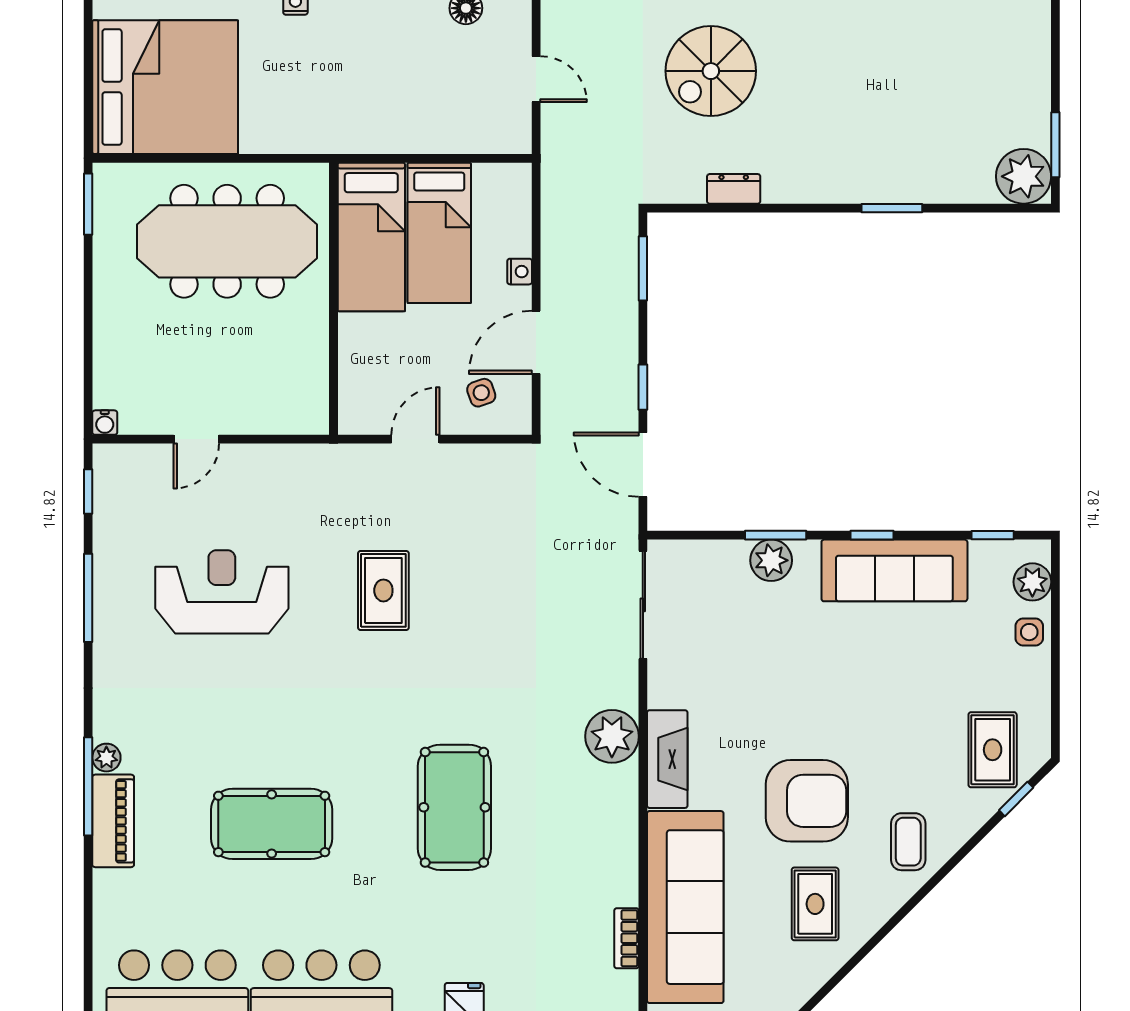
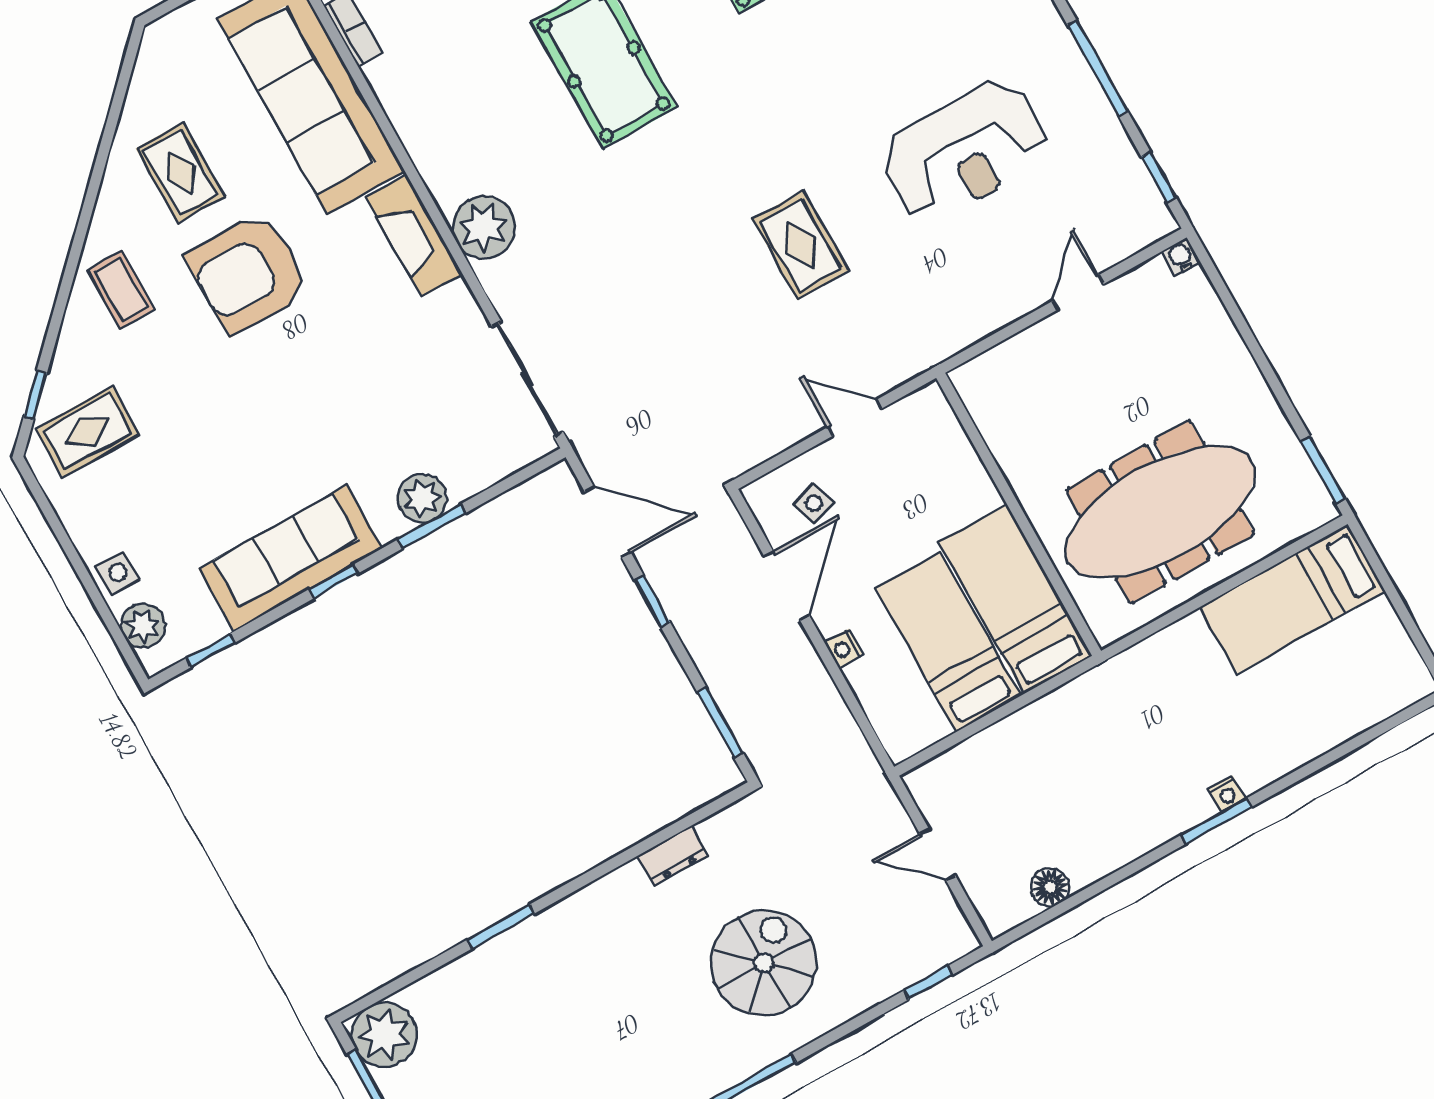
bed: (165, 87) -> (1292, 599), width x0.49
door: (415, 439) -> (855, 418), swing flipped
rug: (993, 750) -> (88, 431), turned 90

